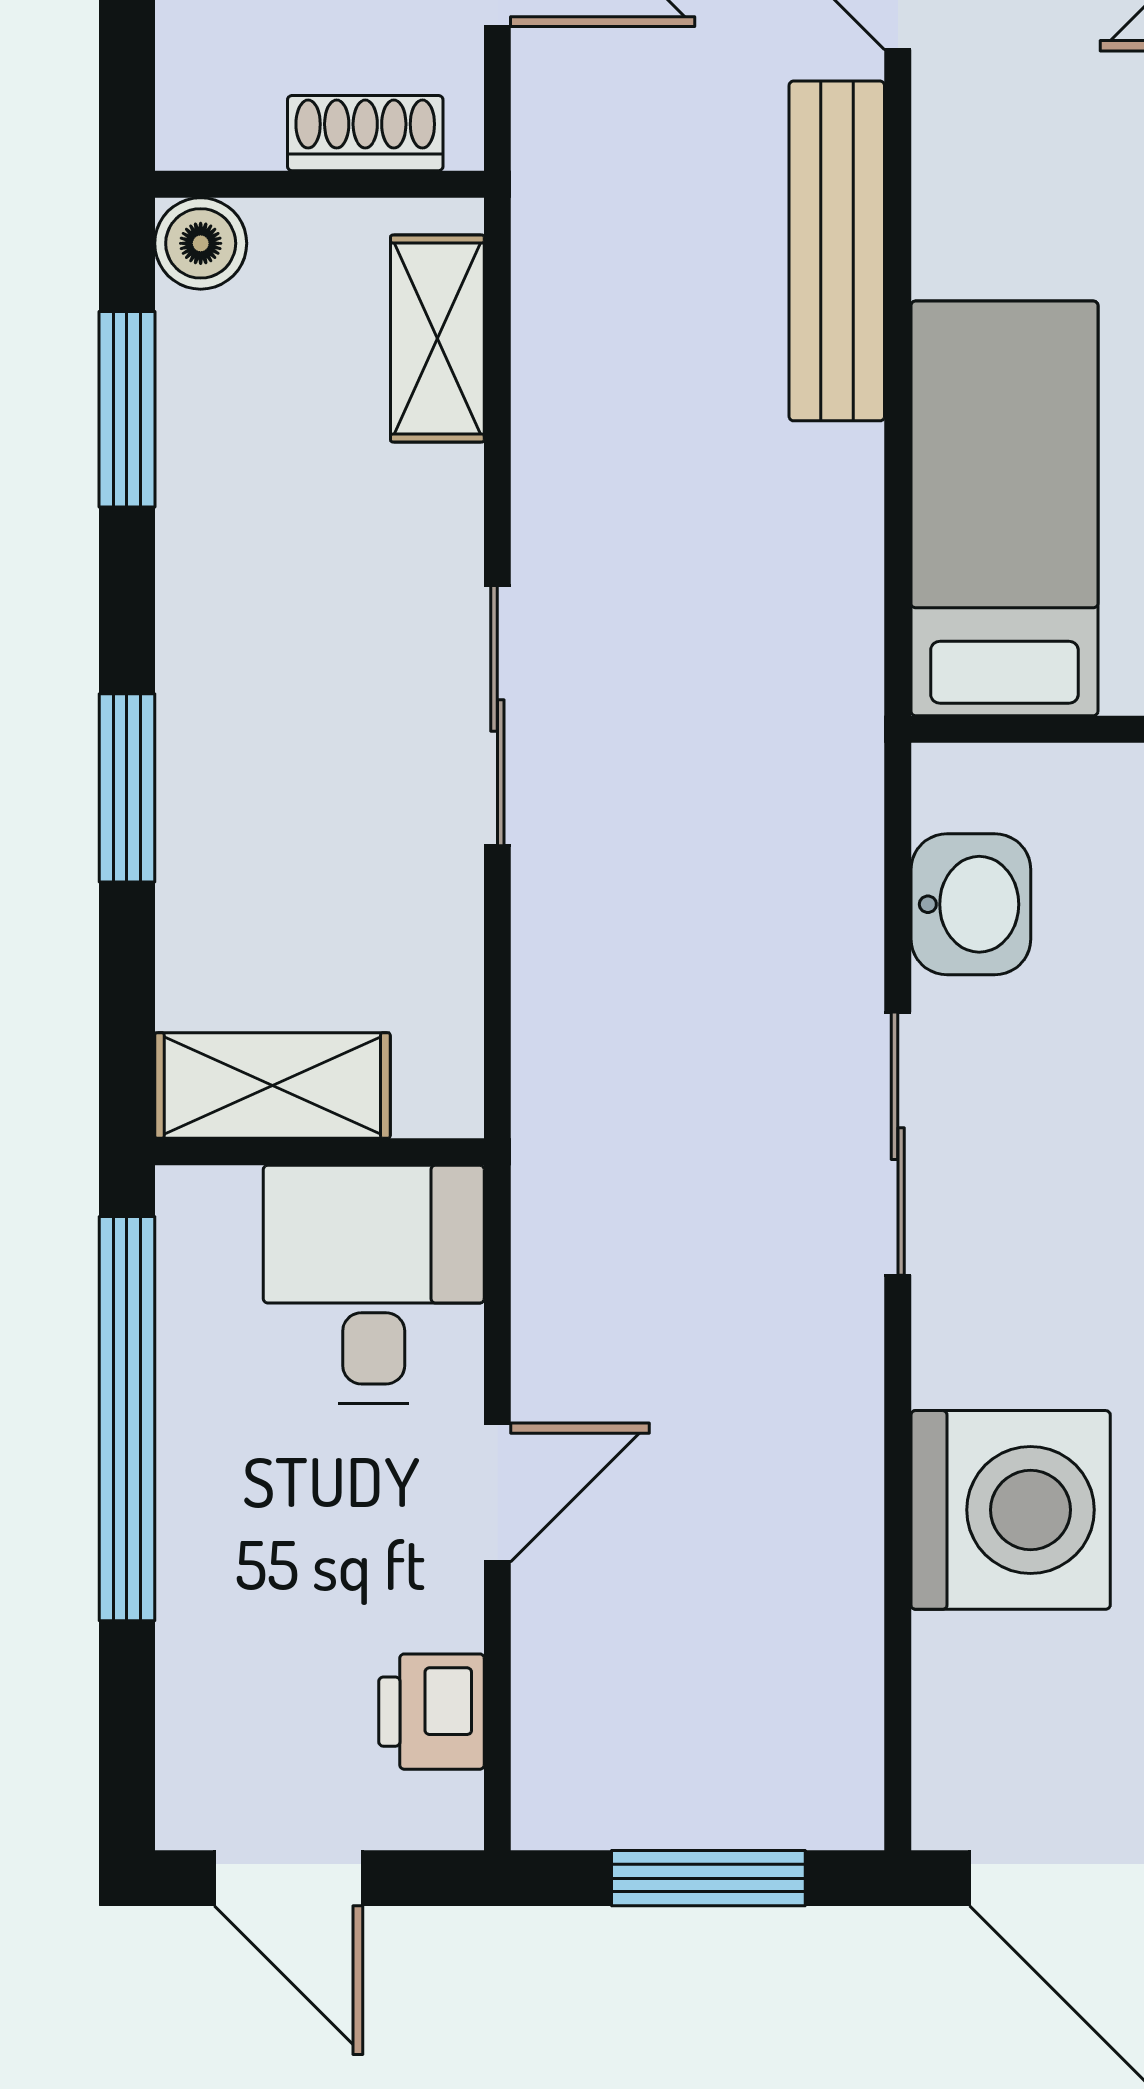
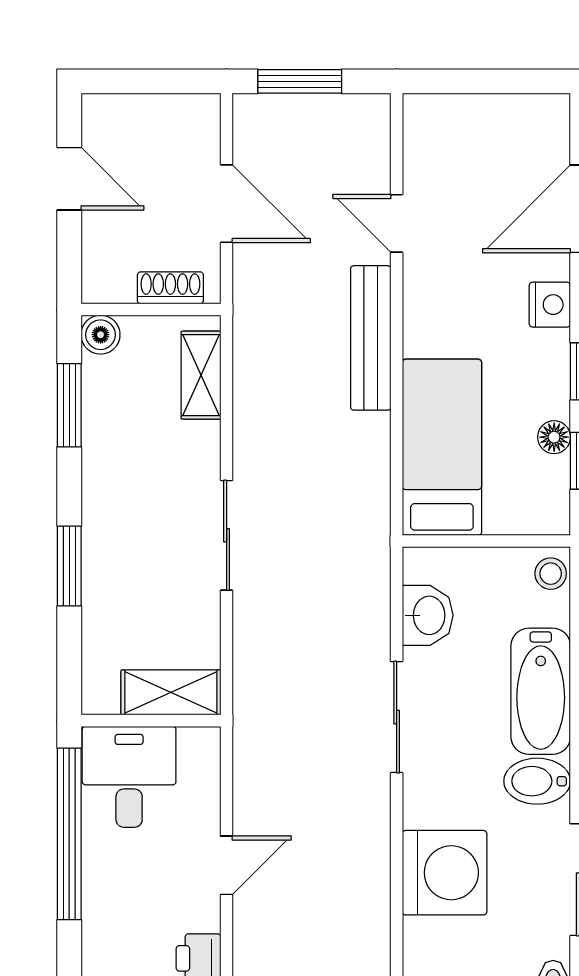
shelving: (272, 1086) -> (171, 692), moved
desk: (374, 1284) -> (129, 777), moved

